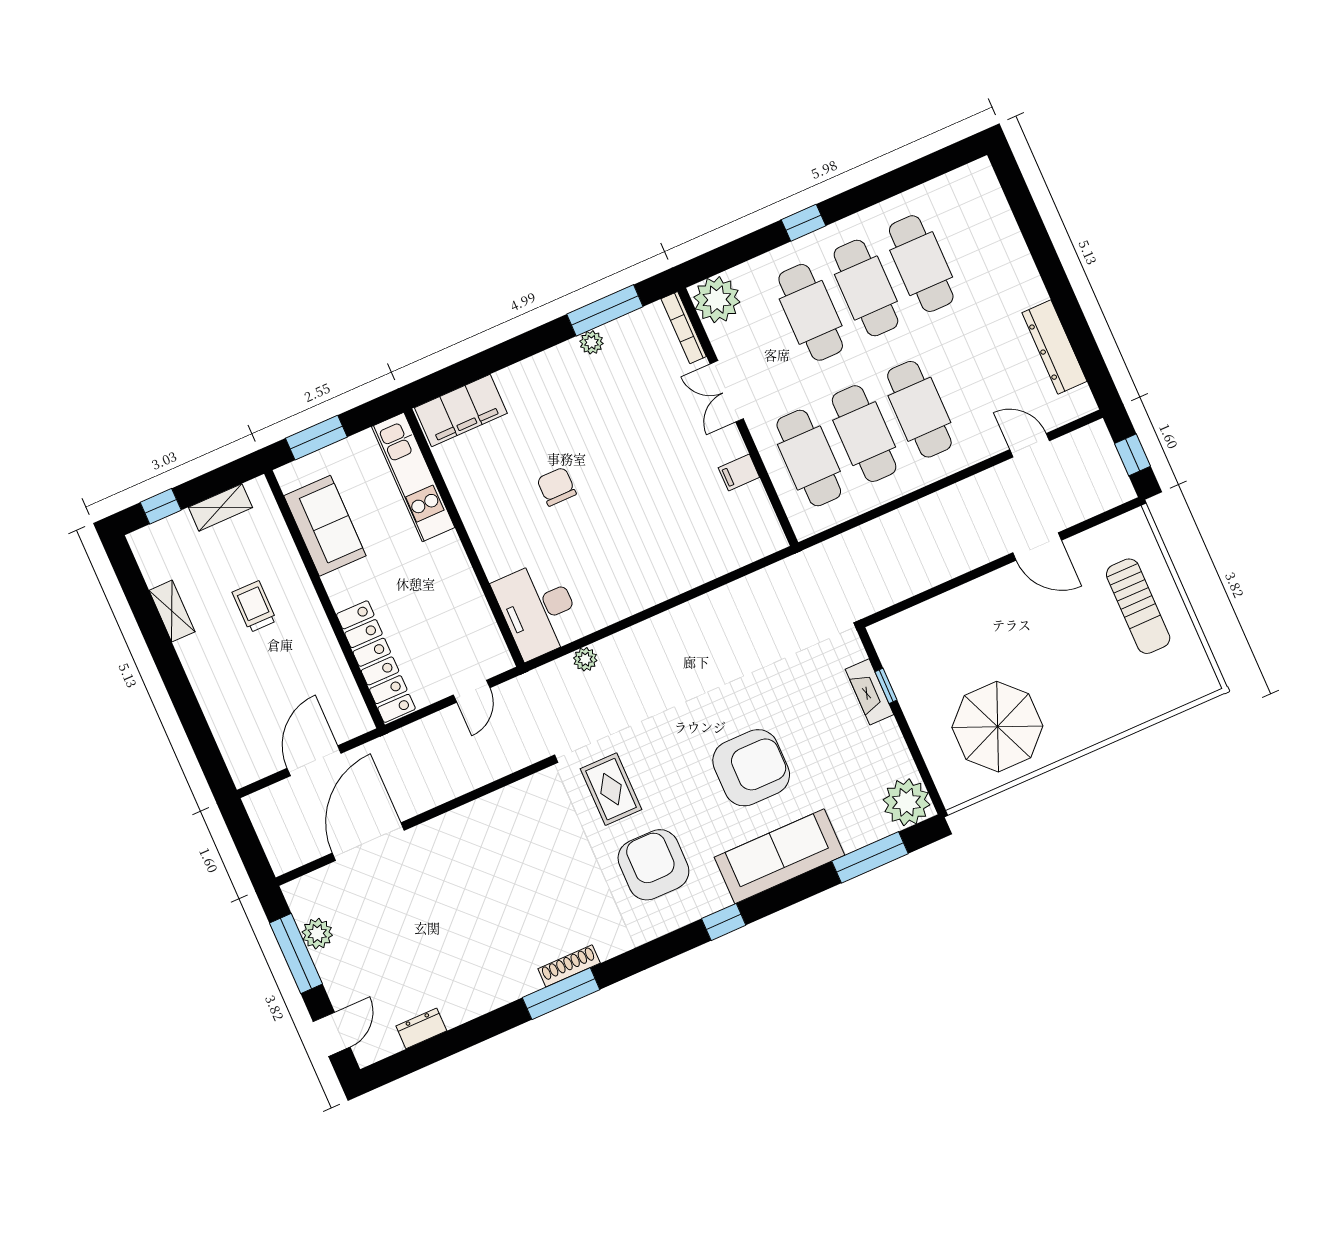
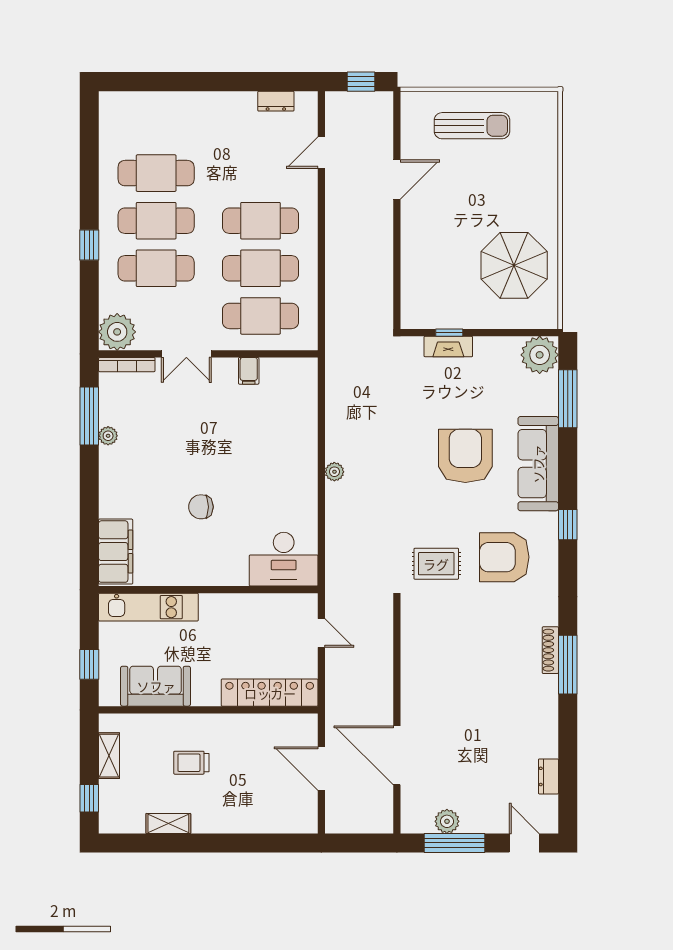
dresser: (1054, 347) -> (276, 101), width x0.51, depth x0.80
window: (316, 438) -> (89, 664), width x0.67
plant: (585, 659) -> (334, 472), moved

